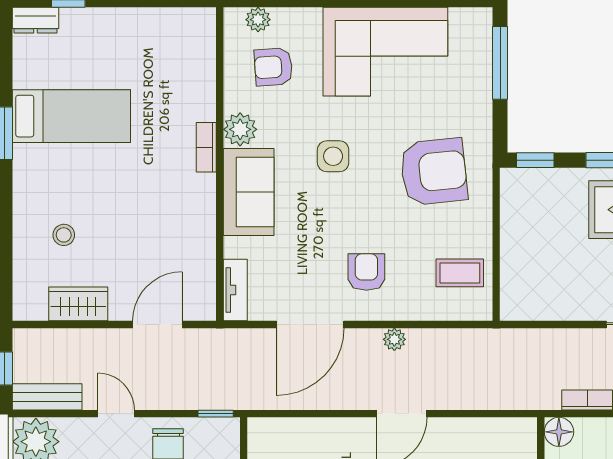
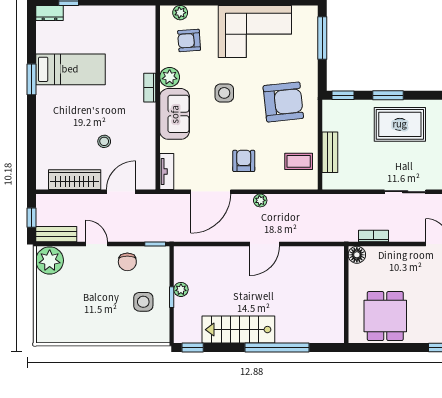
stool: (64, 235) -> (104, 141), moved
bench: (513, 257) -> (330, 152), added
wardrobe: (78, 304) -> (75, 180), width x1.50

